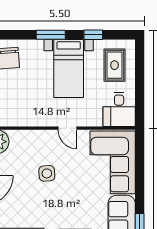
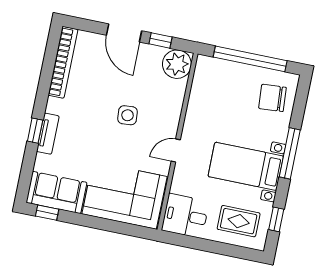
window: (51, 35) -> (290, 153), width x1.44
window: (93, 35) -> (276, 219), moved

